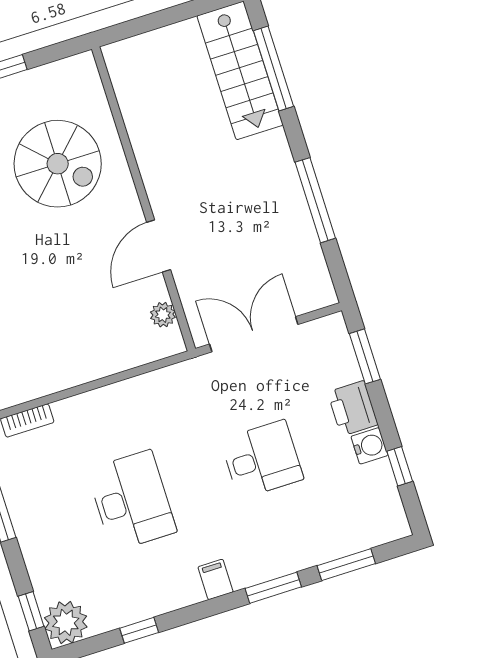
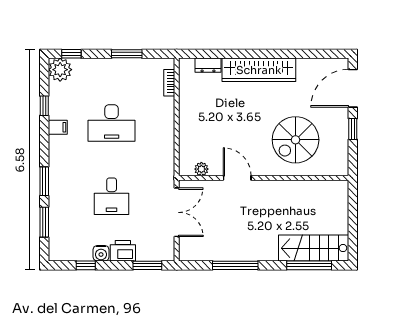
filing cabinet: (216, 579) -> (58, 127), moved

